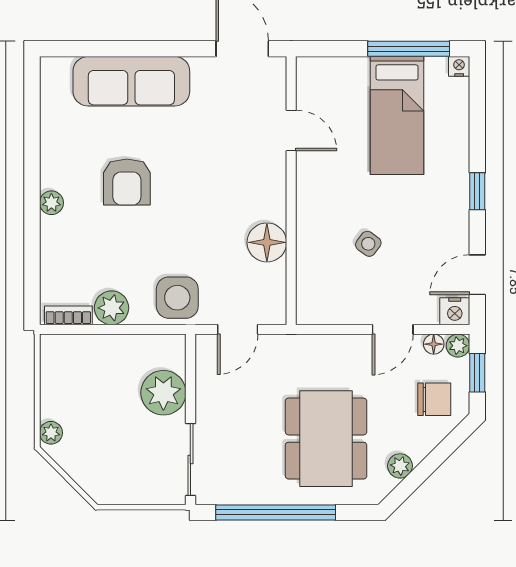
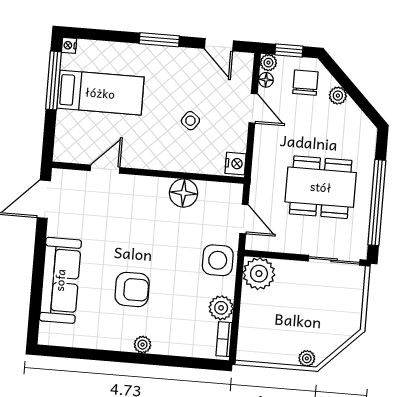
window: (477, 191) -> (159, 40), width x1.50
nightstand: (455, 311) -> (235, 164), moved
plant: (163, 393) -> (259, 274), moved
dining table: (326, 439) -> (321, 187), moved
plant: (400, 466) -> (338, 96), moved

